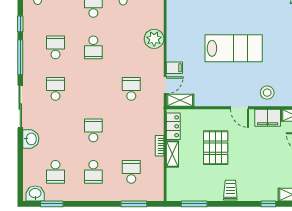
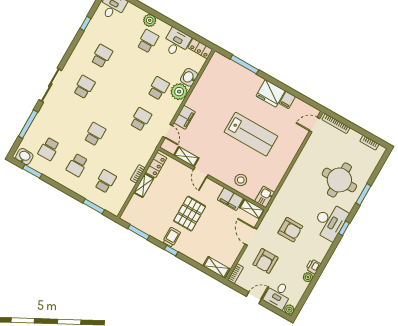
school desk: (93, 47) -> (158, 88), moved, turned 180
lab bench: (234, 48) -> (251, 134), moved
window: (20, 57) -> (28, 124), moved
filing cabinet: (174, 68) -> (185, 117), width x2.00
door: (165, 85) -> (168, 131), hinge flipped
shelving: (180, 100) -> (186, 157), moved
door: (240, 108) -> (201, 172), moved
washbasin: (31, 139) -> (189, 77), moved, turned 180
pallet: (216, 148) -> (190, 214), moved
window: (268, 204) -> (171, 251), moved

